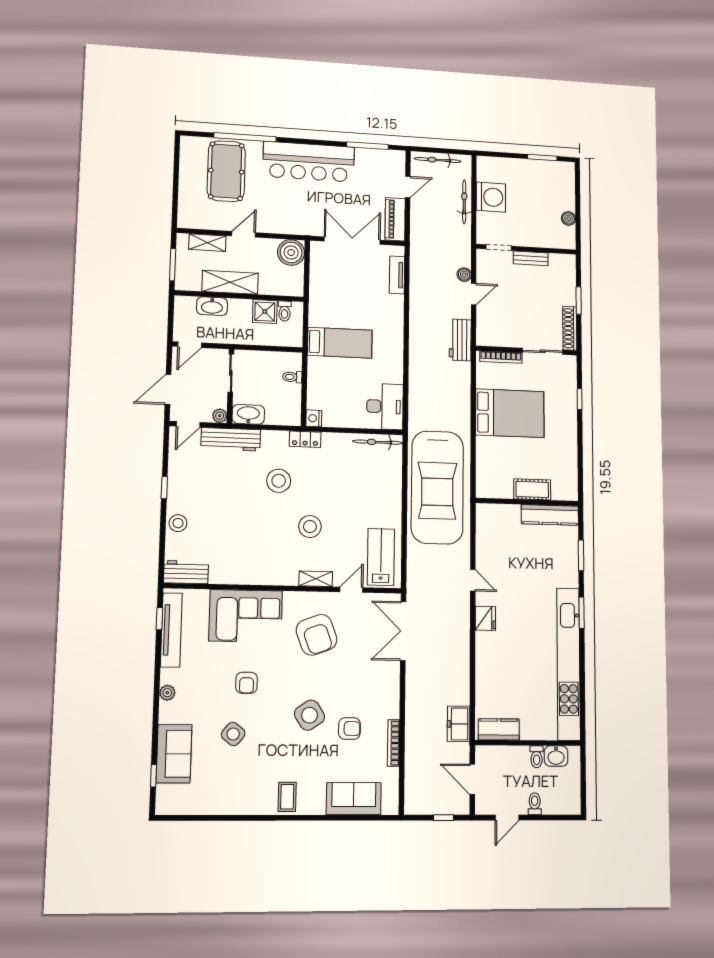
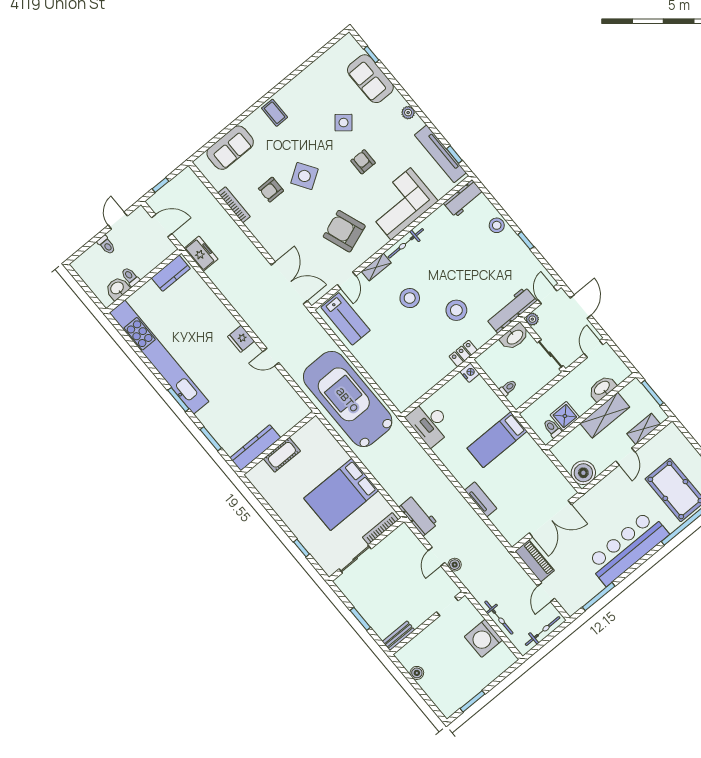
bench: (531, 258) -> (398, 636), moved
tv unit: (397, 275) -> (481, 499), moved
shoe rack: (570, 328) -> (350, 593), removed
bicycle: (378, 442) -> (406, 243), moved, turned 180

